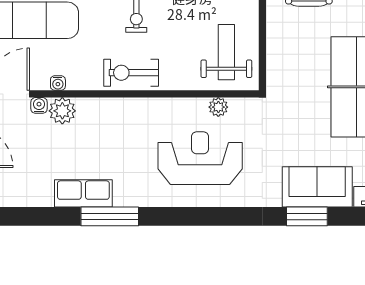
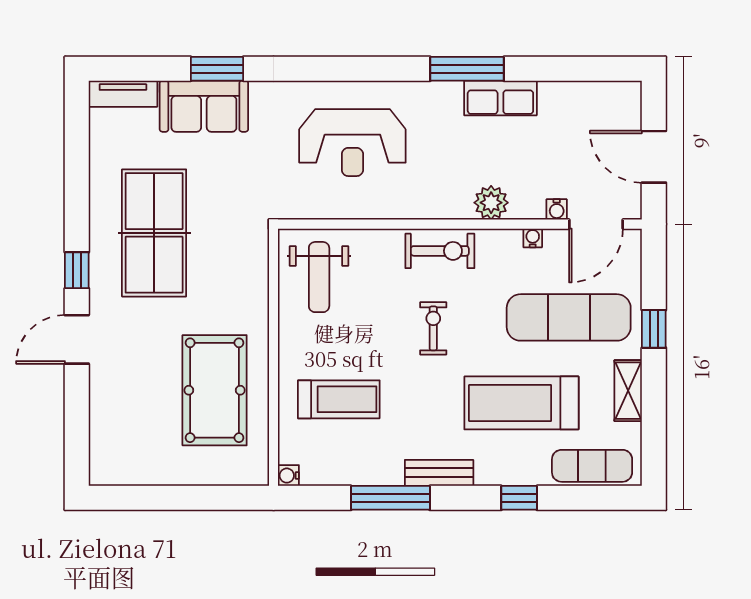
plant: (218, 107) -> (329, 207), removed
plant: (62, 111) -> (491, 203), moved

